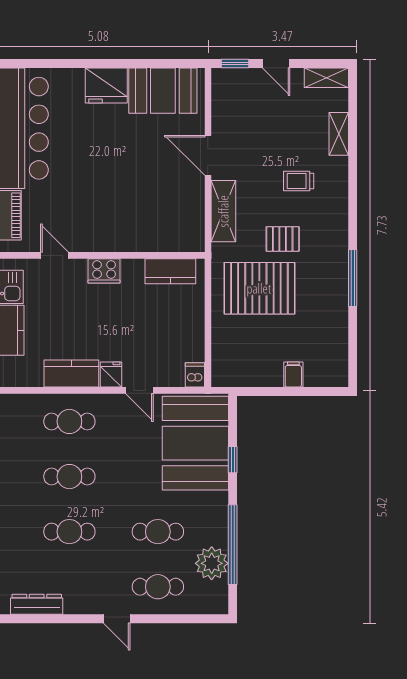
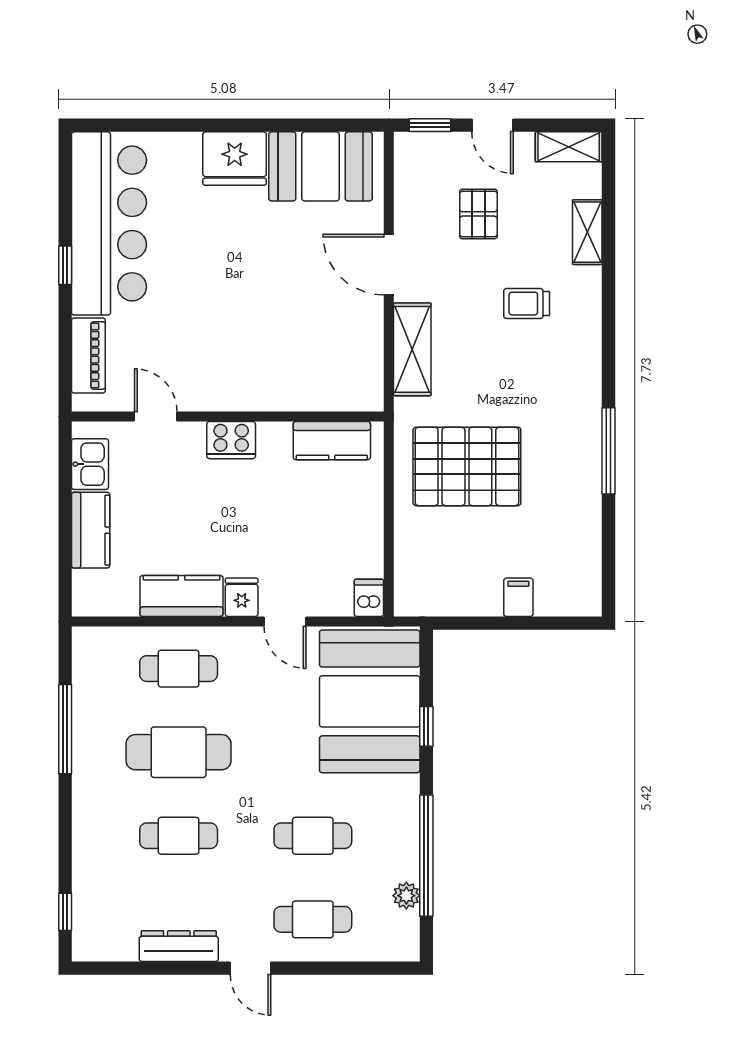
pallet: (283, 239) -> (478, 214), moved, turned 90
cafe table: (69, 477) -> (179, 752), width x1.37, depth x1.35
plant: (212, 563) -> (406, 896), width x0.53, depth x0.53
dresser: (37, 604) -> (179, 946), moved

